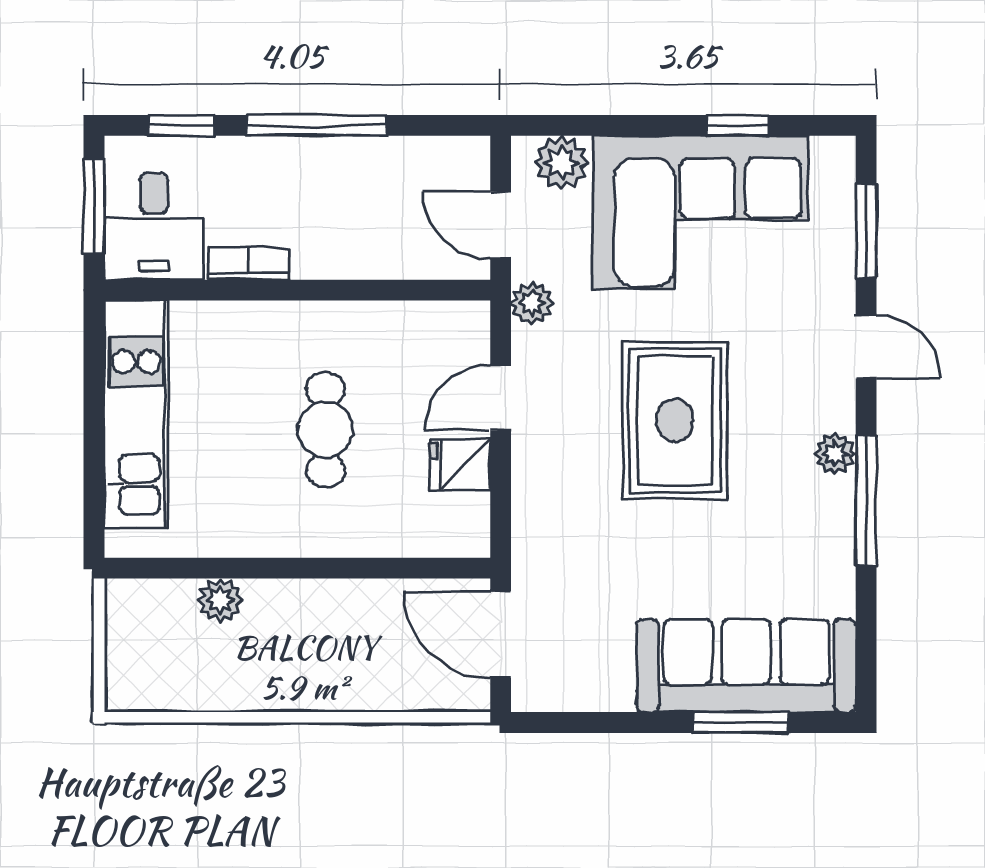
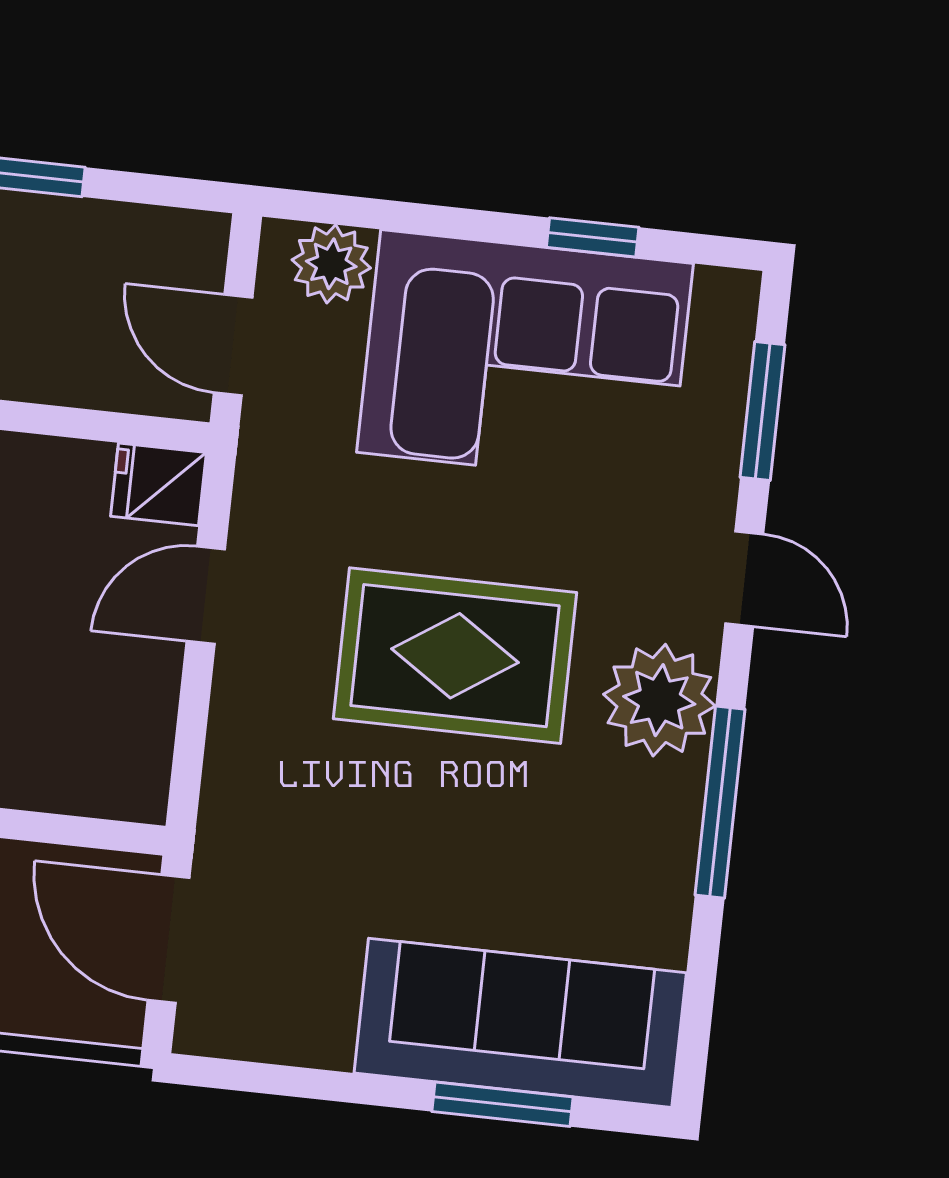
plant: (532, 303) -> (266, 463), removed
rug: (675, 420) -> (455, 656), turned 90
plant: (835, 454) -> (659, 700), width x1.88, depth x1.88
fridge: (460, 464) -> (158, 484), moved

